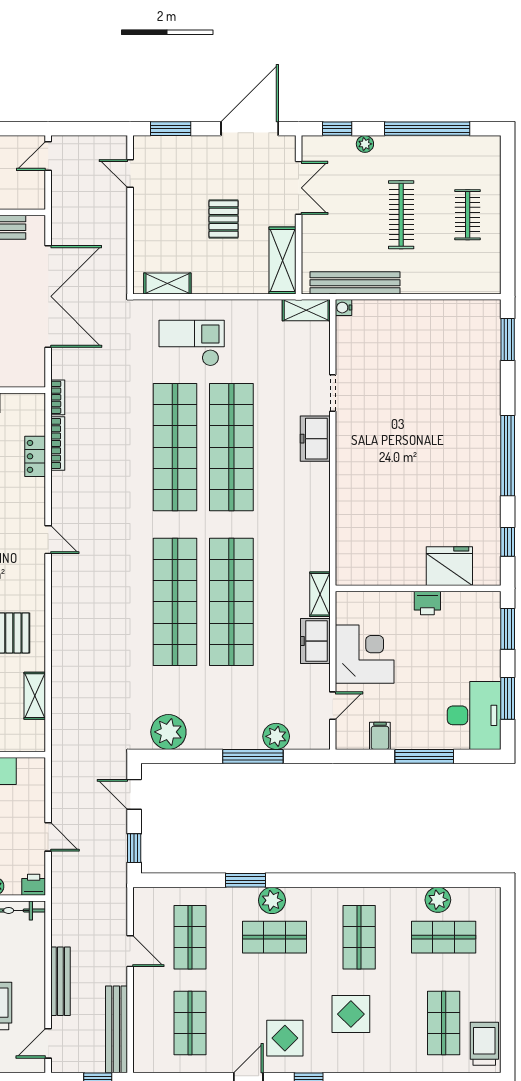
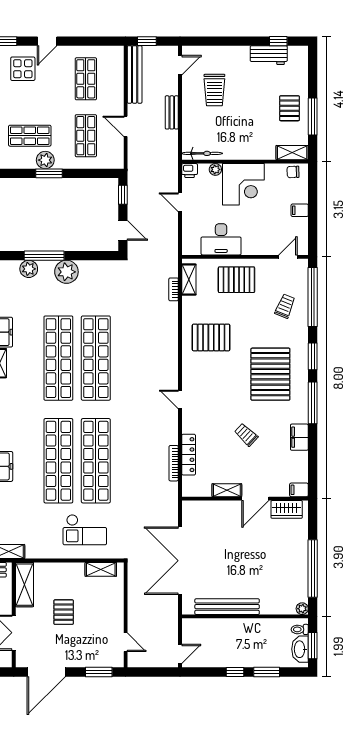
bookcase: (58, 397) -> (174, 289), moved
locker: (35, 456) -> (189, 455), width x1.53
shelving: (35, 696) -> (189, 280), moved
plant: (168, 732) -> (66, 272), moved
plant: (272, 900) -> (45, 160), moved
bench: (60, 981) -> (172, 112), width x0.73

